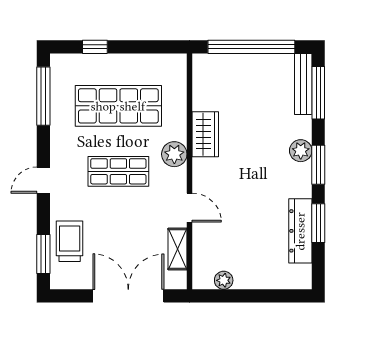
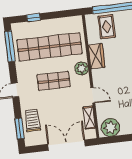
rug: (231, 81) -> (107, 27), added
shop shelf: (118, 106) -> (49, 47), width x1.40
plant: (224, 280) -> (110, 127), width x1.88, depth x1.88

